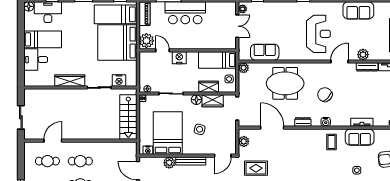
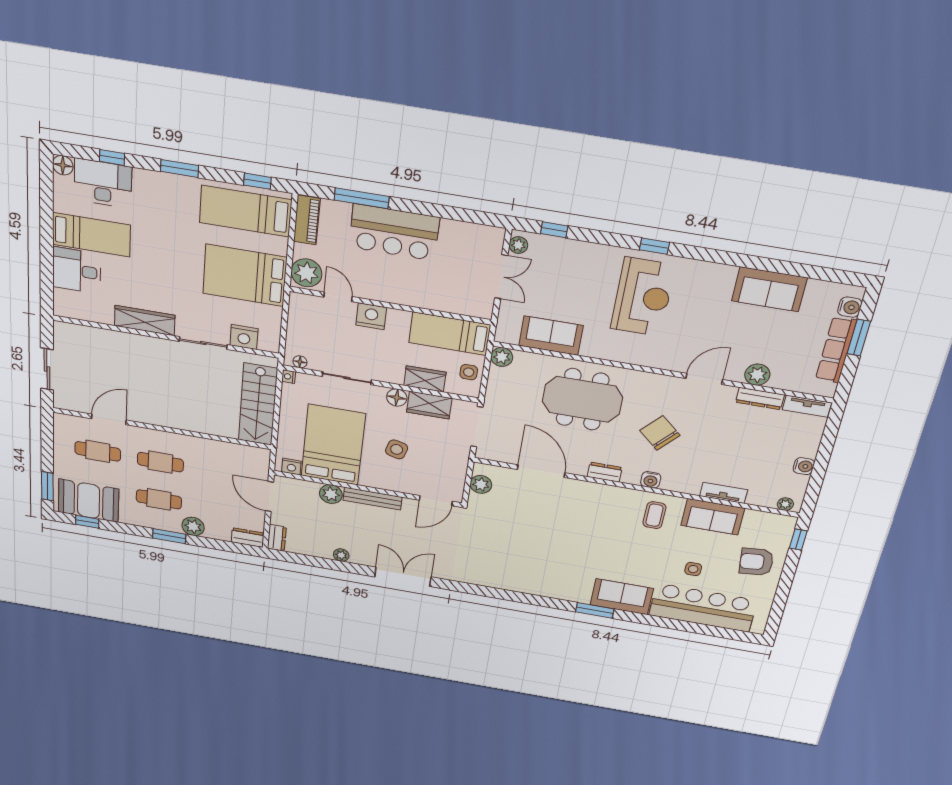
reception desk: (318, 34) -> (643, 297), moved
bed: (117, 43) -> (245, 275), width x0.73
rug: (256, 168) -> (497, 532), removed

